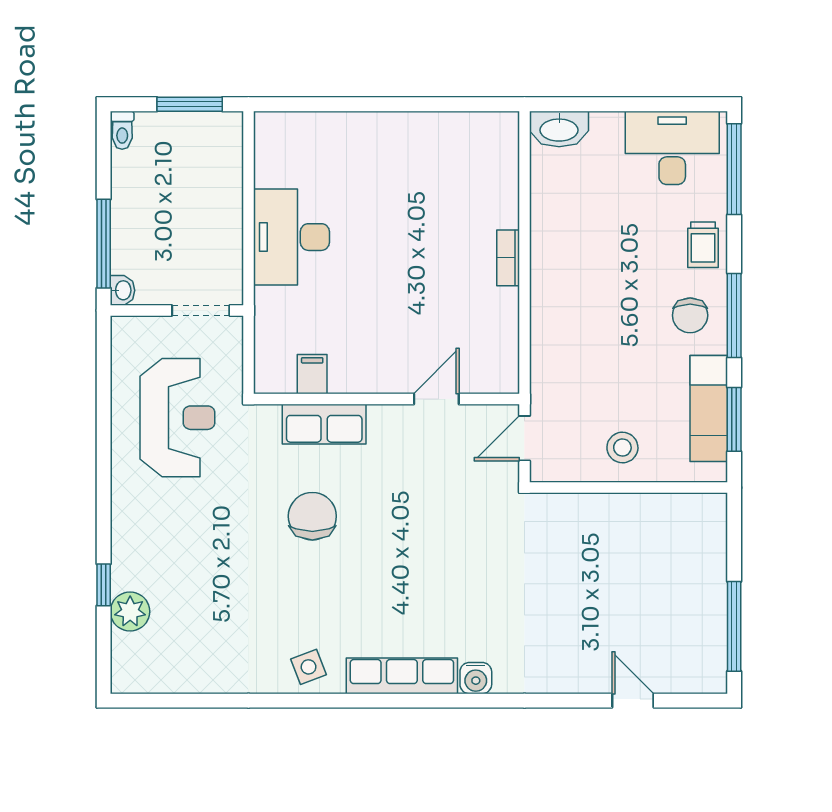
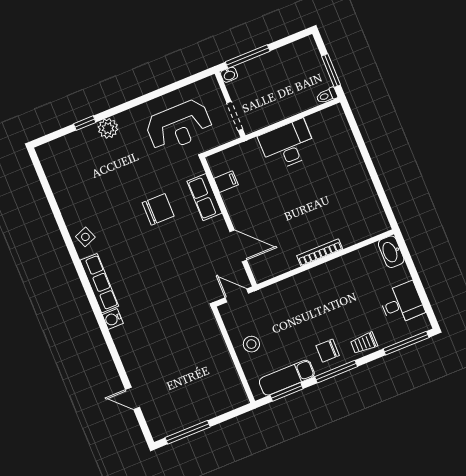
toilet: (122, 130) -> (327, 96), moved
desk: (672, 148) -> (402, 303), width x0.73
bookcase: (508, 258) -> (320, 253), width x1.56
door: (436, 399) -> (238, 246), width x1.38
plant: (130, 611) -> (108, 128), moved
door: (633, 701) -> (133, 398), swing flipped

